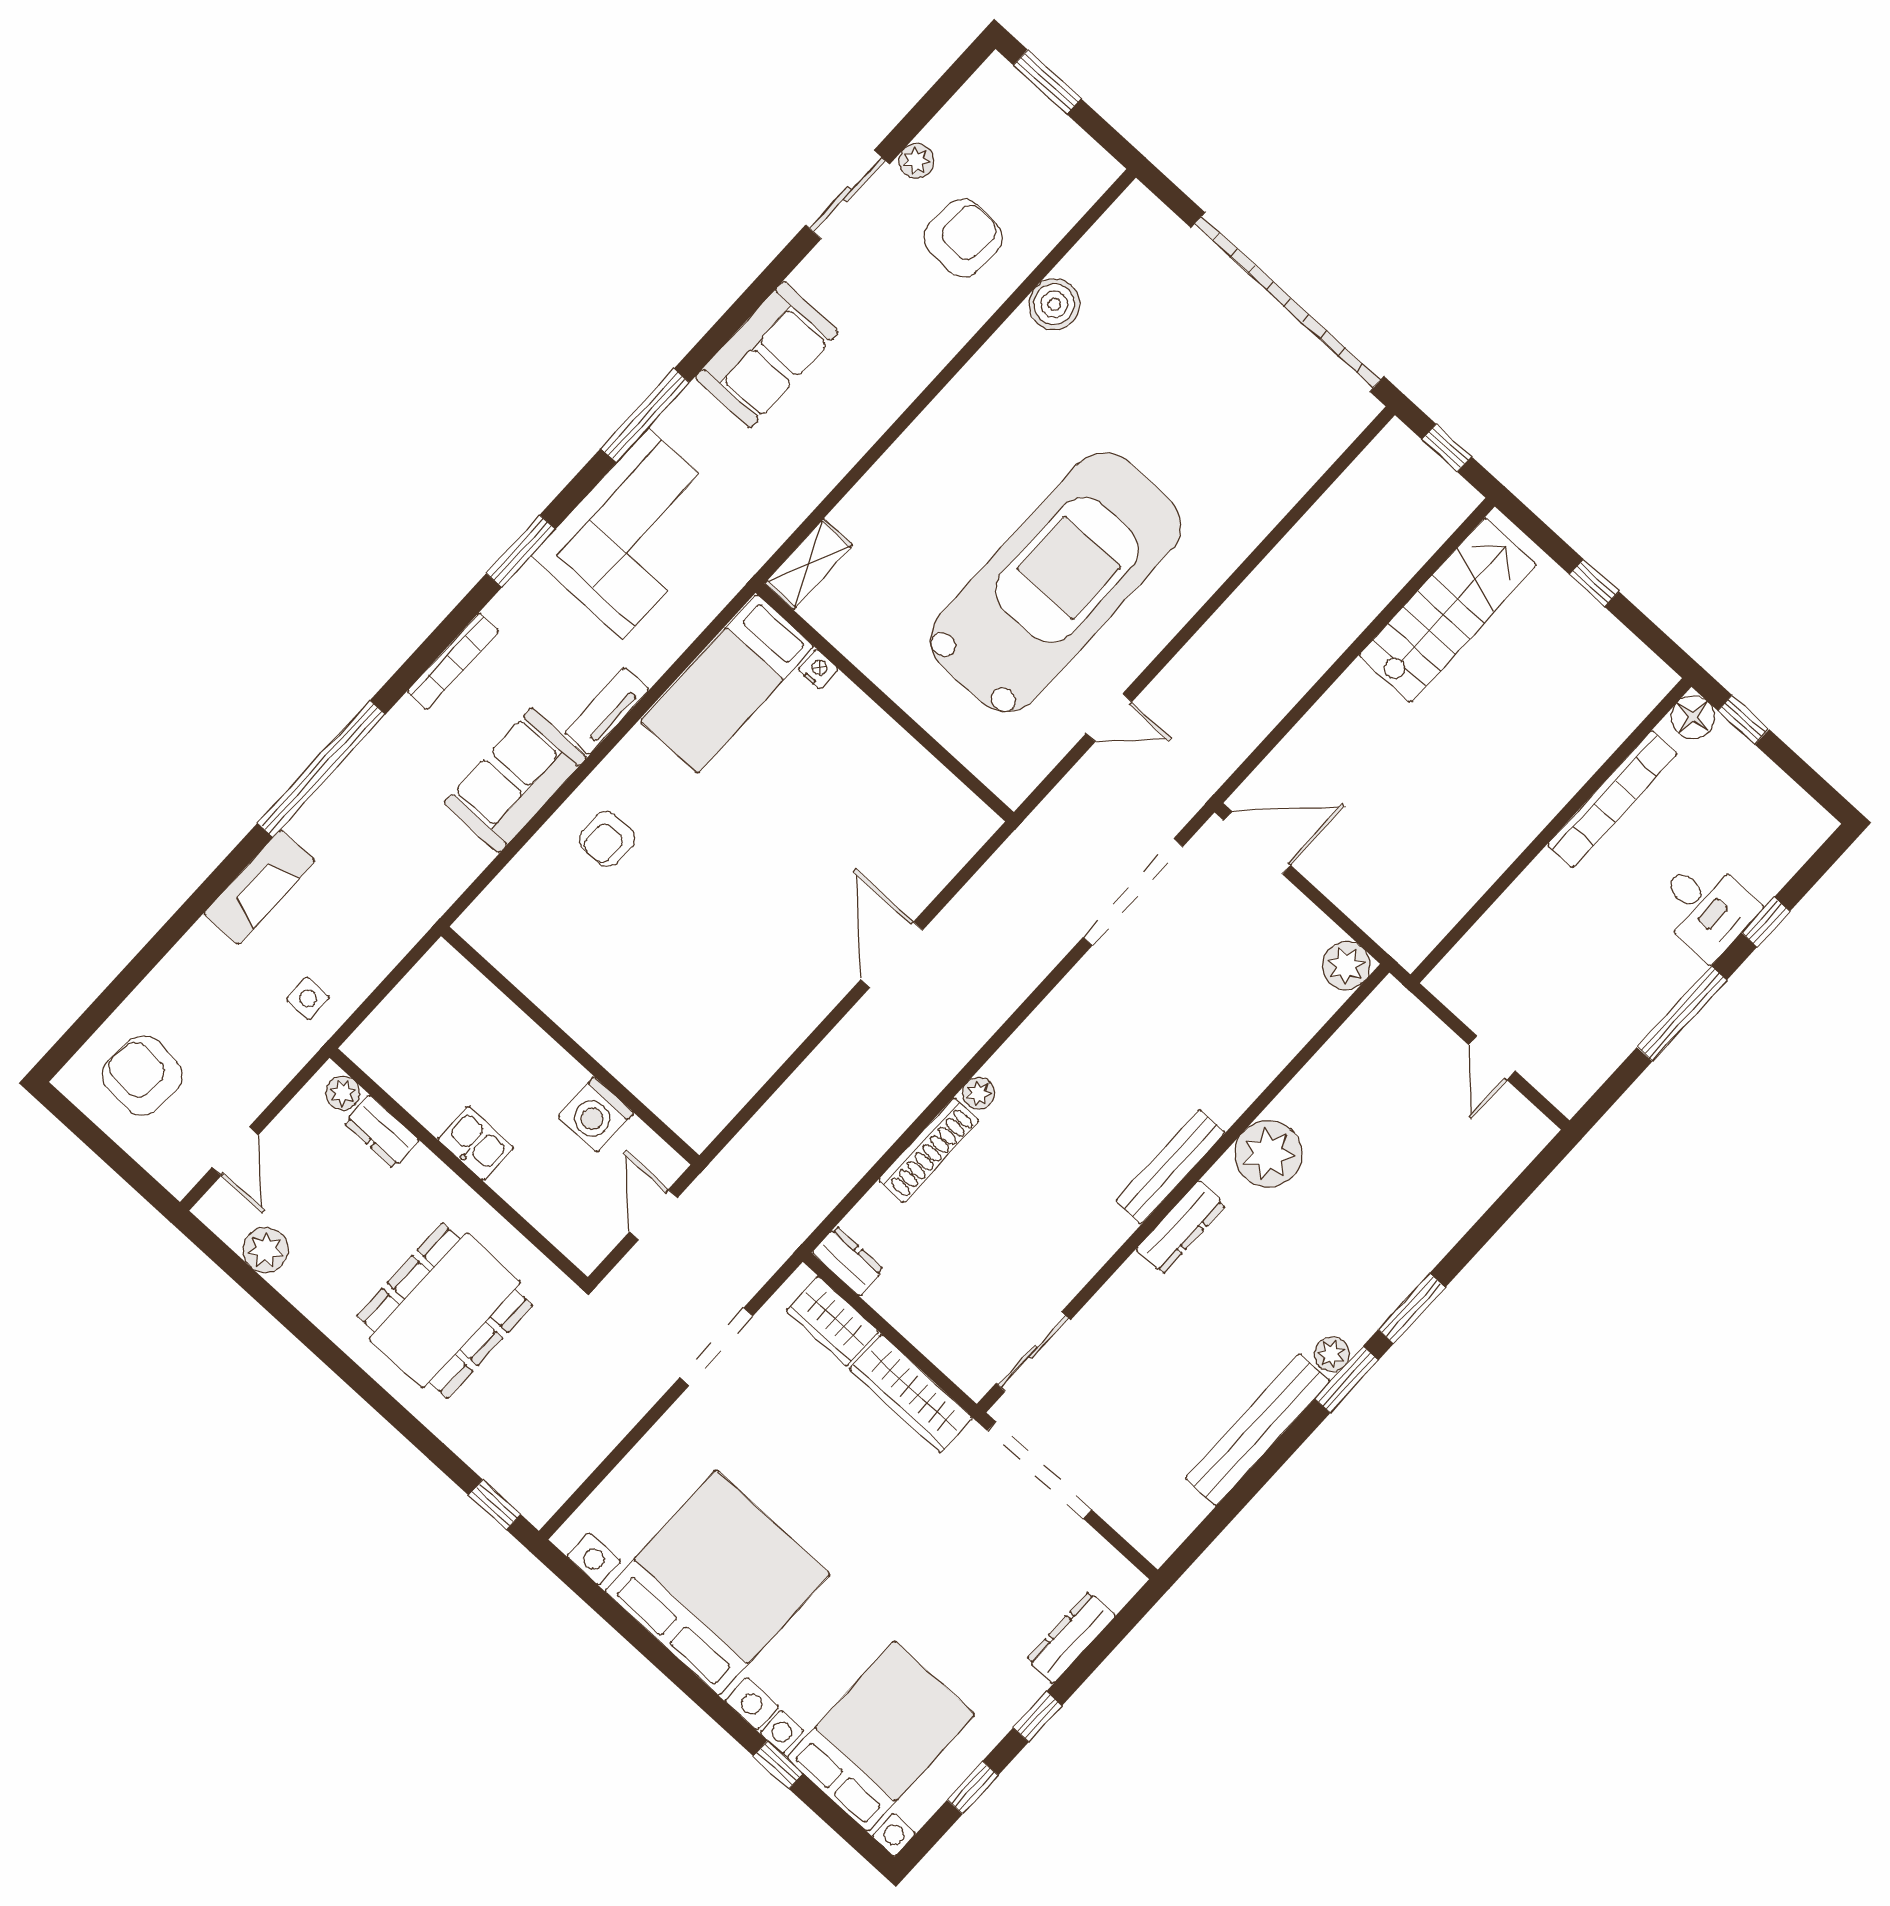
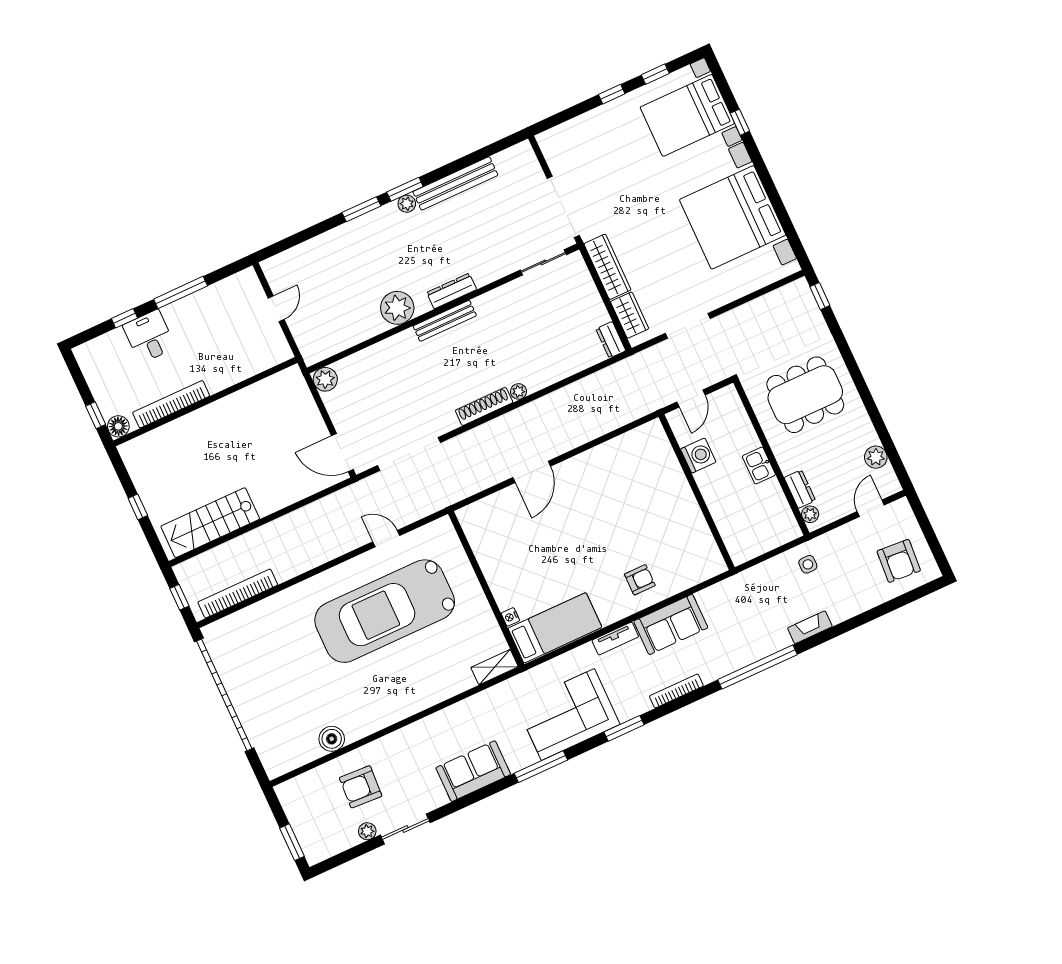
bookcase: (1341, 500) -> (238, 593), added
fireplace: (259, 887) -> (810, 627), width x0.73, depth x0.76
shoe rack: (929, 1150) -> (484, 406), moved
dresser: (1071, 1638) -> (581, 124), removed

